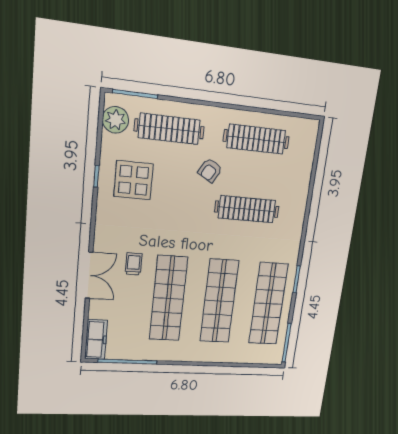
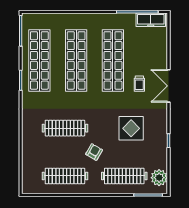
display table: (134, 180) -> (131, 128), moved
double door: (89, 275) -> (168, 86), moved
freezer: (96, 340) -> (151, 20), moved, turned -90

